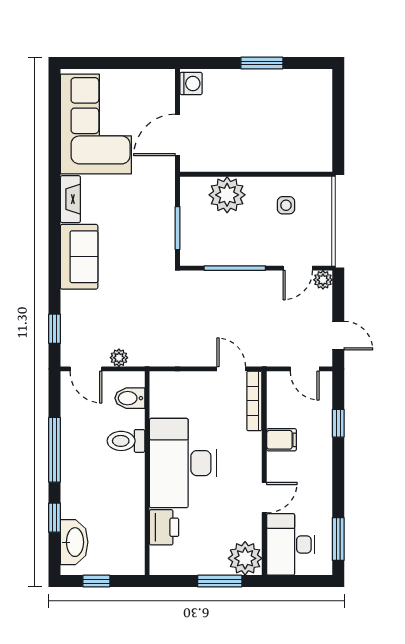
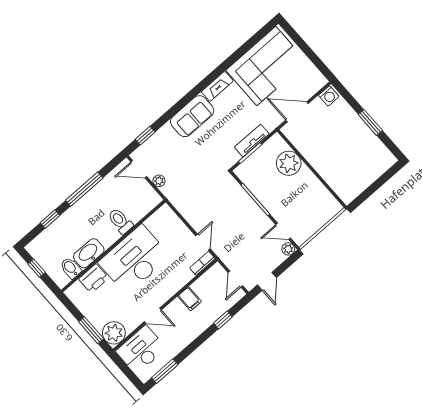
side table: (286, 205) -> (309, 197), removed
tv unit: (165, 214) -> (252, 141), added
door: (86, 369) -> (139, 169), hinge flipped
bidet: (130, 398) -> (71, 268), moved
bookcase: (254, 401) -> (202, 263), width x0.64
washbasin: (74, 542) -> (89, 253), moved, turned 180

